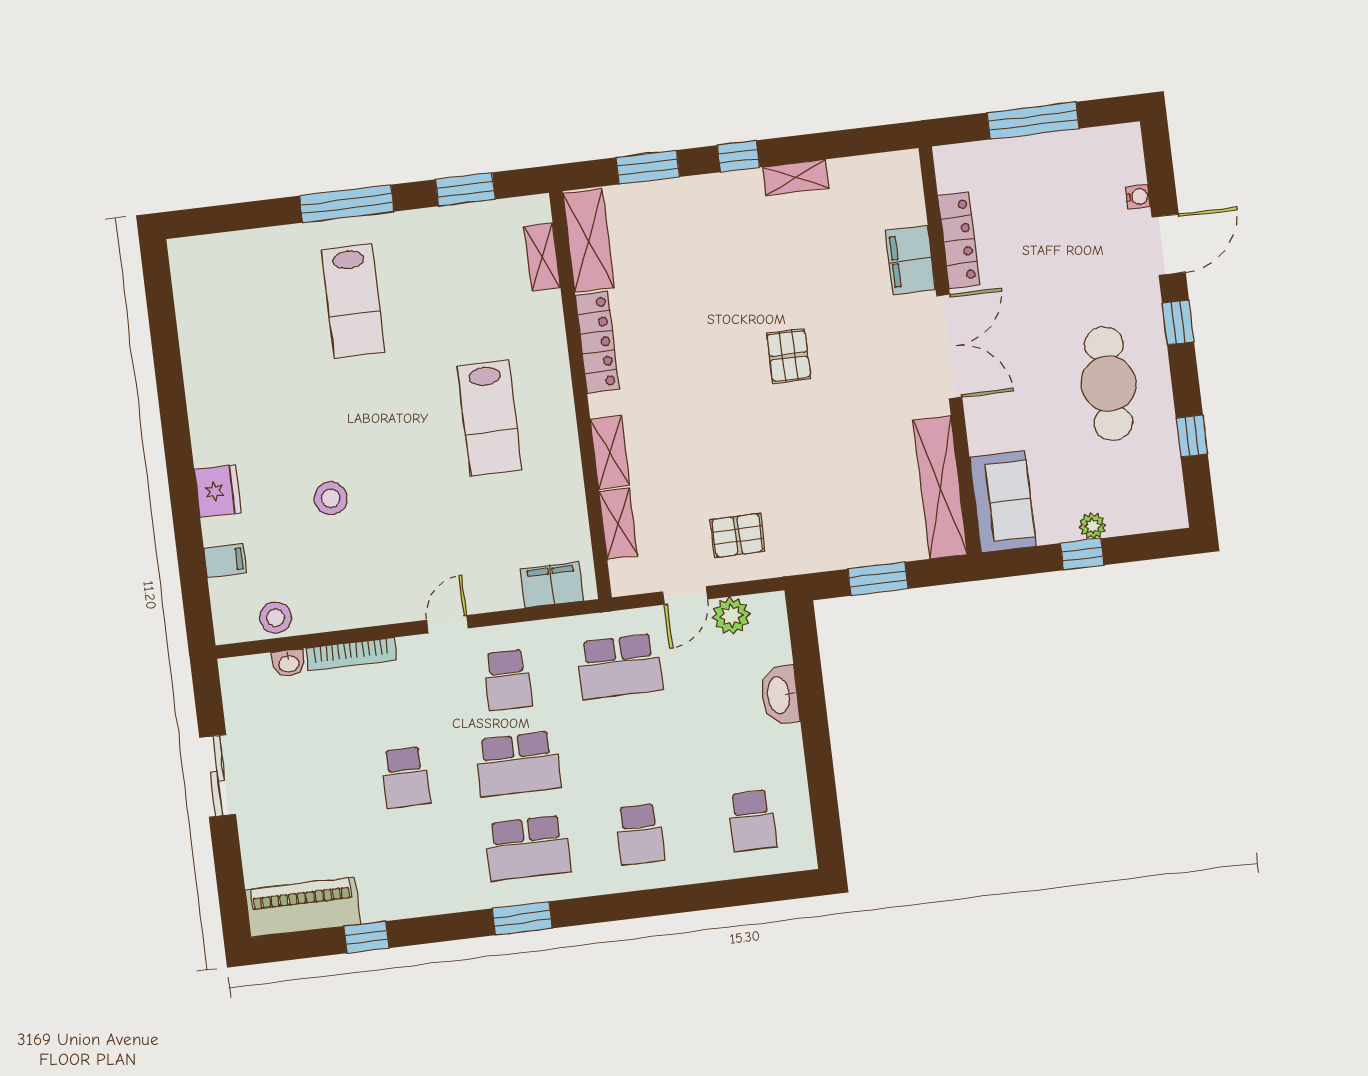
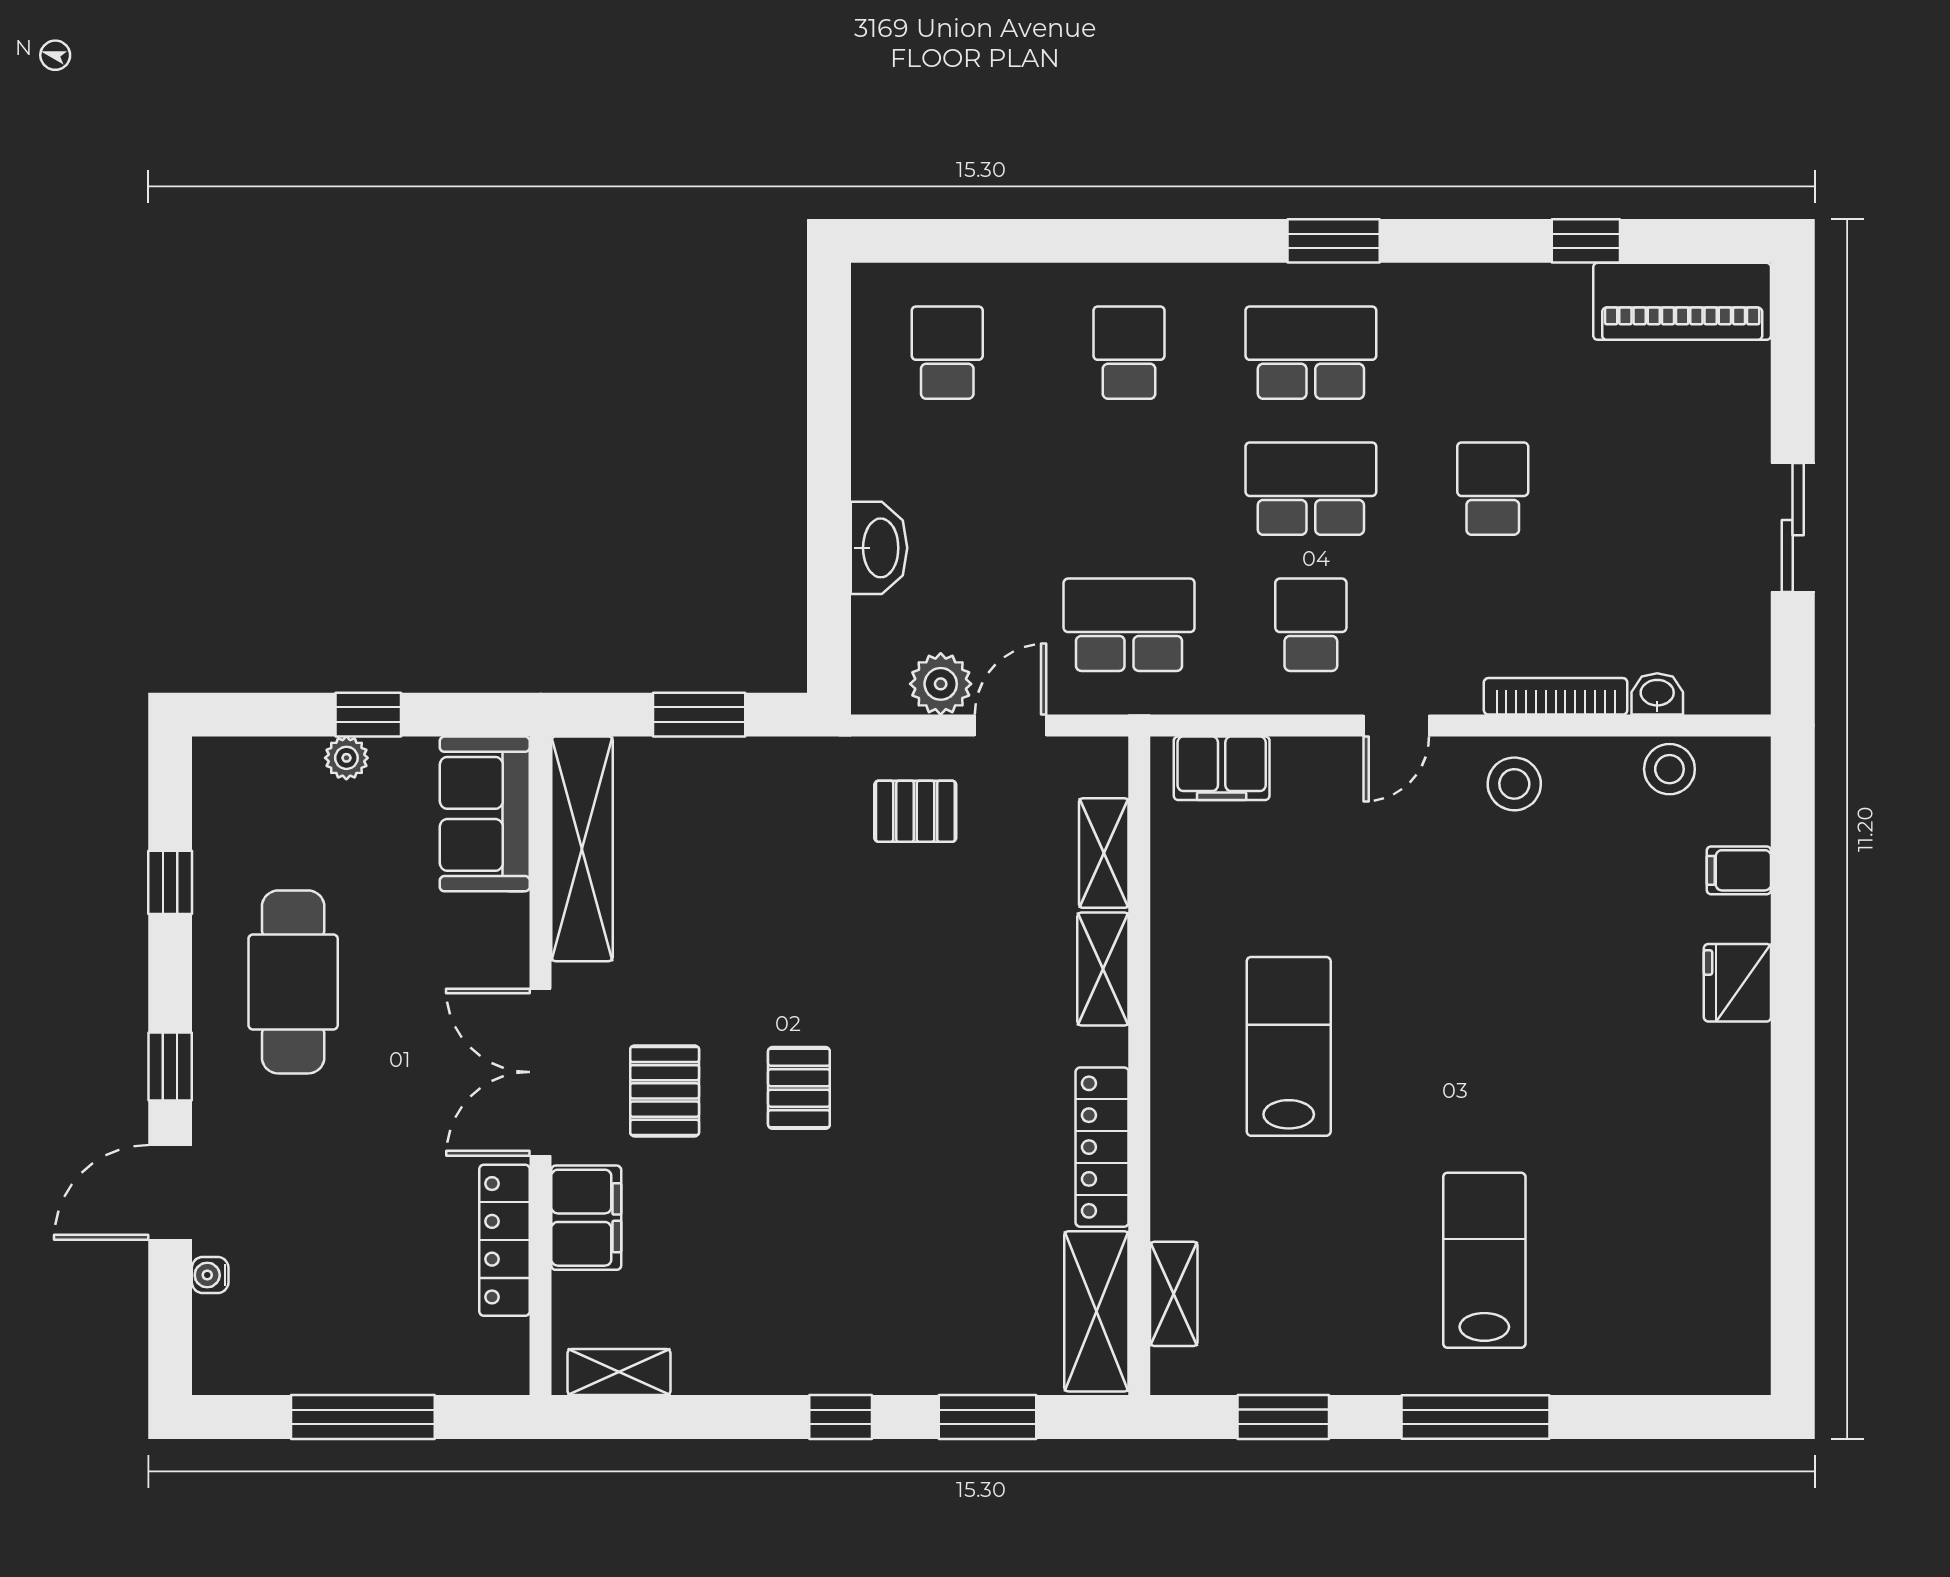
shelving: (796, 177) -> (619, 1372), moved
pallet: (871, 344) -> (665, 1091), added
stool: (331, 498) -> (1514, 784), moved

